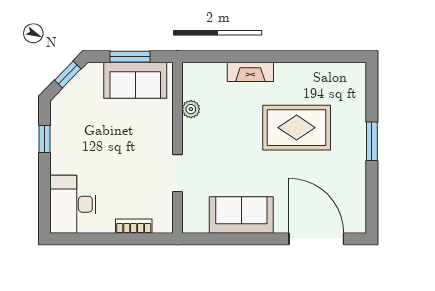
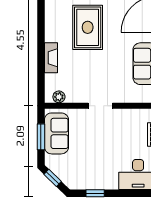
plant: (191, 109) -> (59, 97), moved
doorway: (177, 173) -> (100, 106), moved

